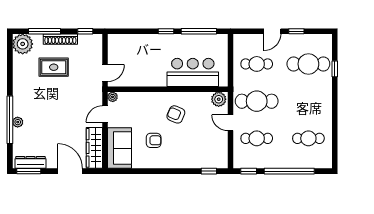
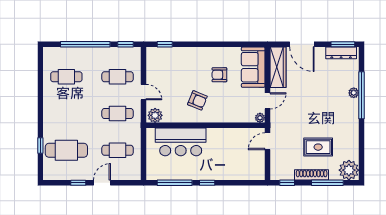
cafe table: (257, 101) -> (118, 114), width x0.73, depth x0.74

